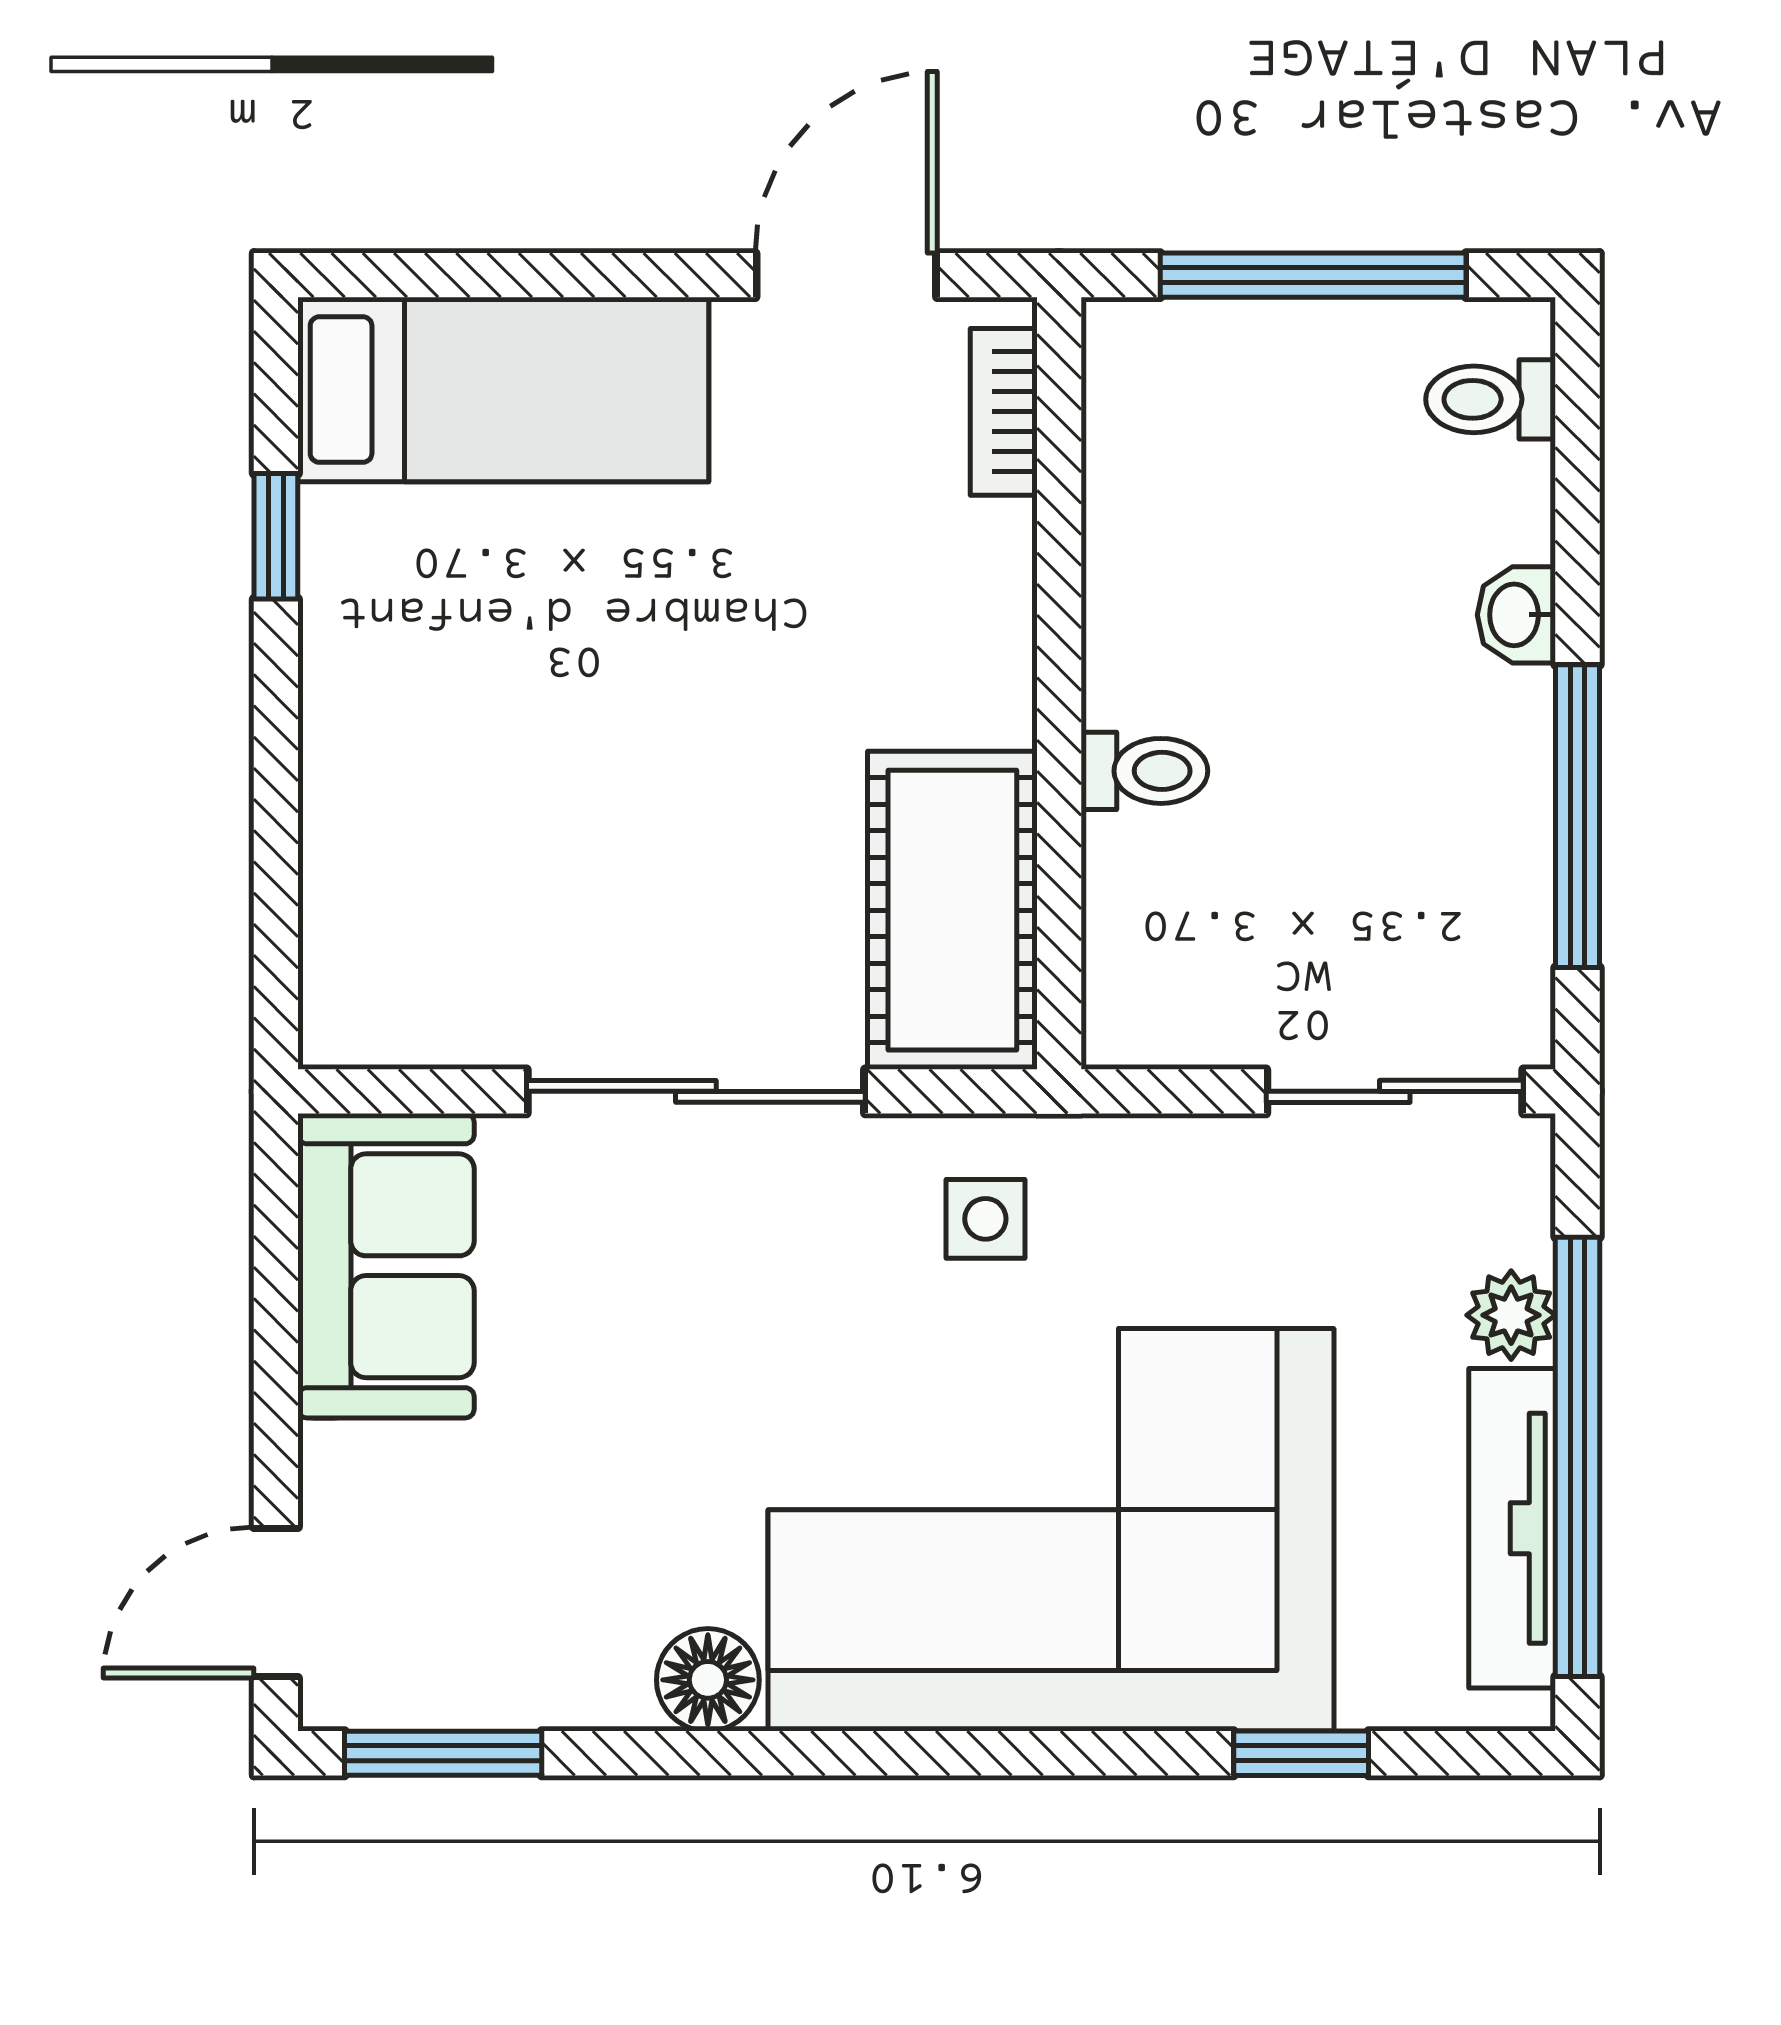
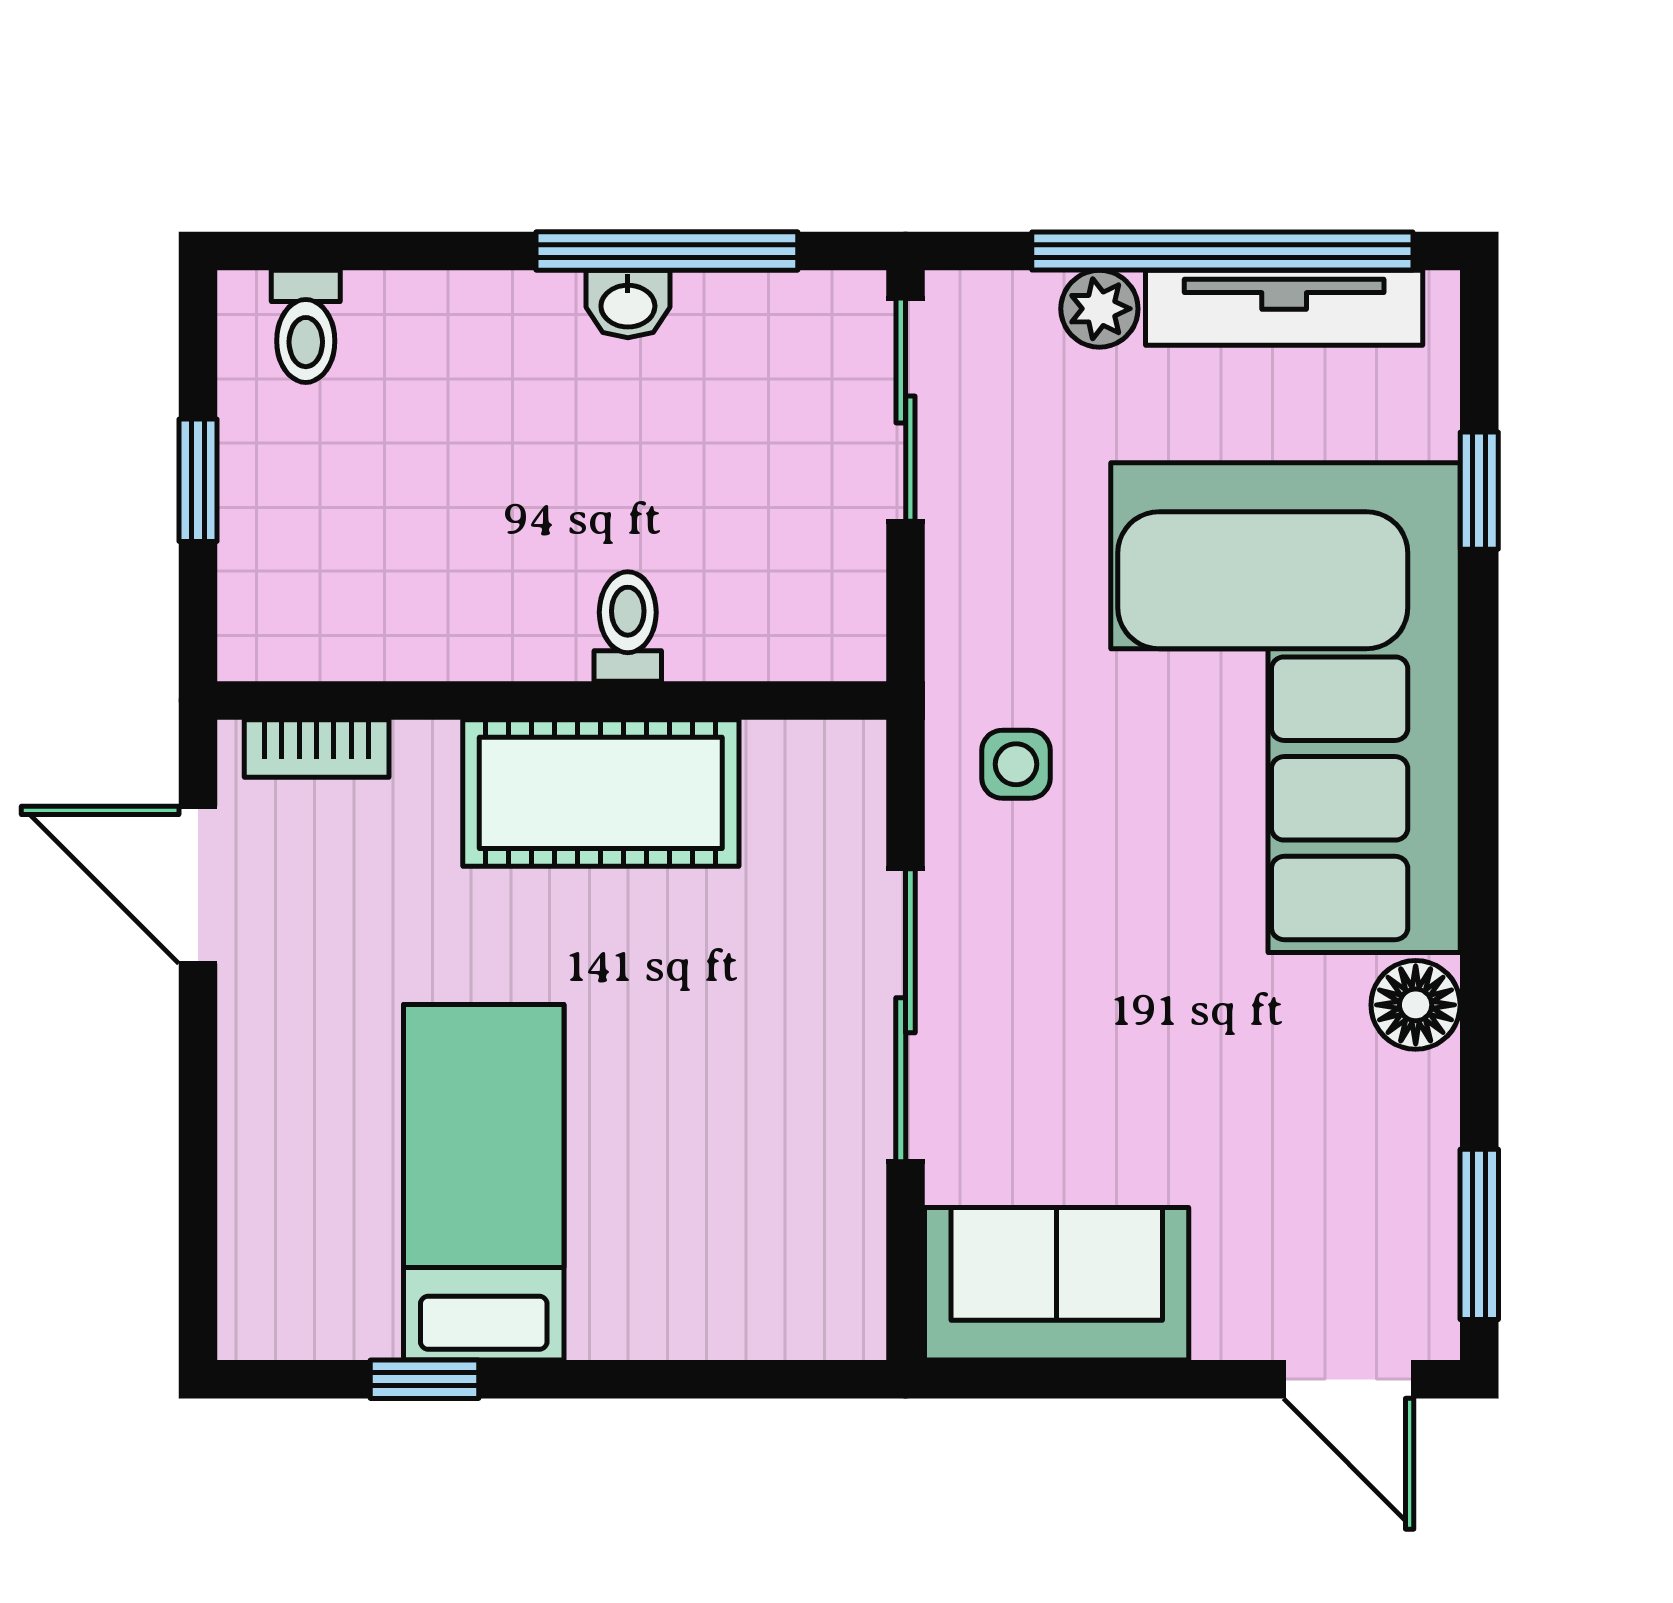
window: (1313, 275) -> (198, 480), width x0.46
bed: (503, 390) -> (484, 1182), moved
washbasin: (1516, 615) -> (628, 304), moved
cot: (952, 910) -> (601, 793), moved

